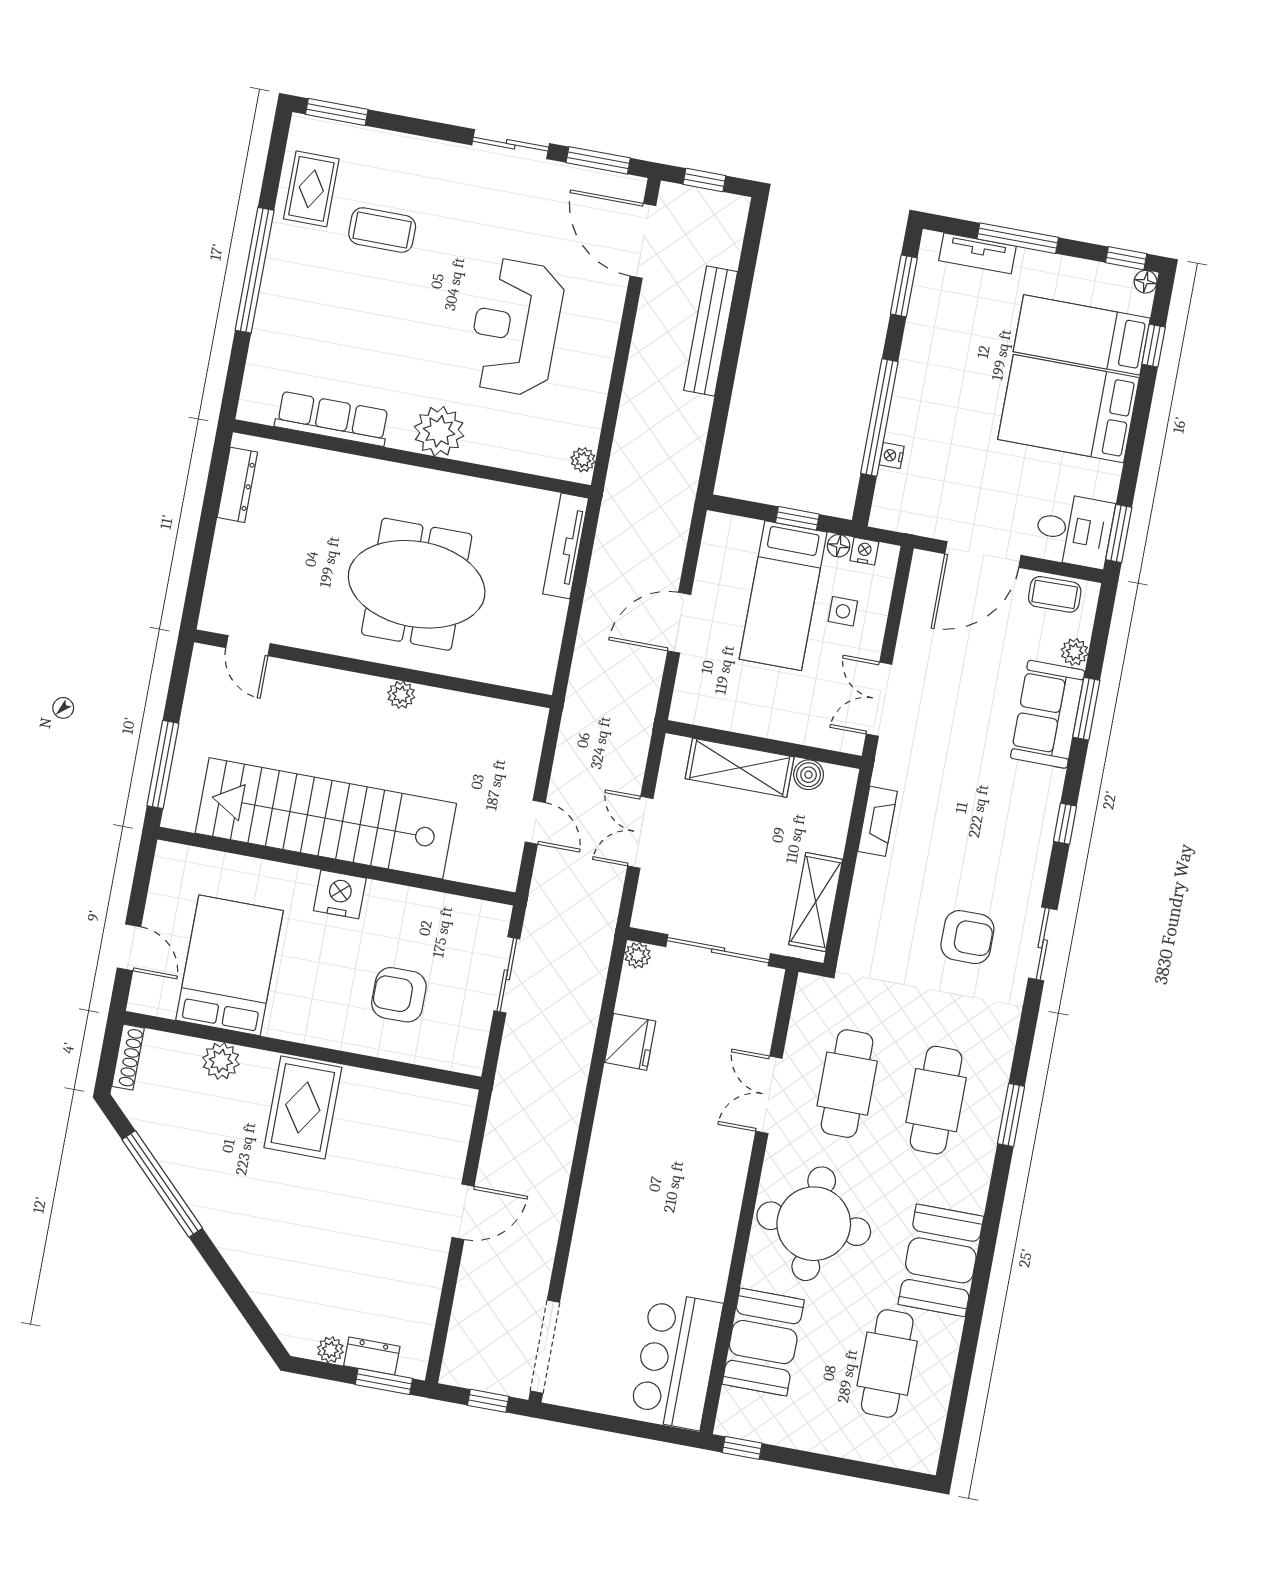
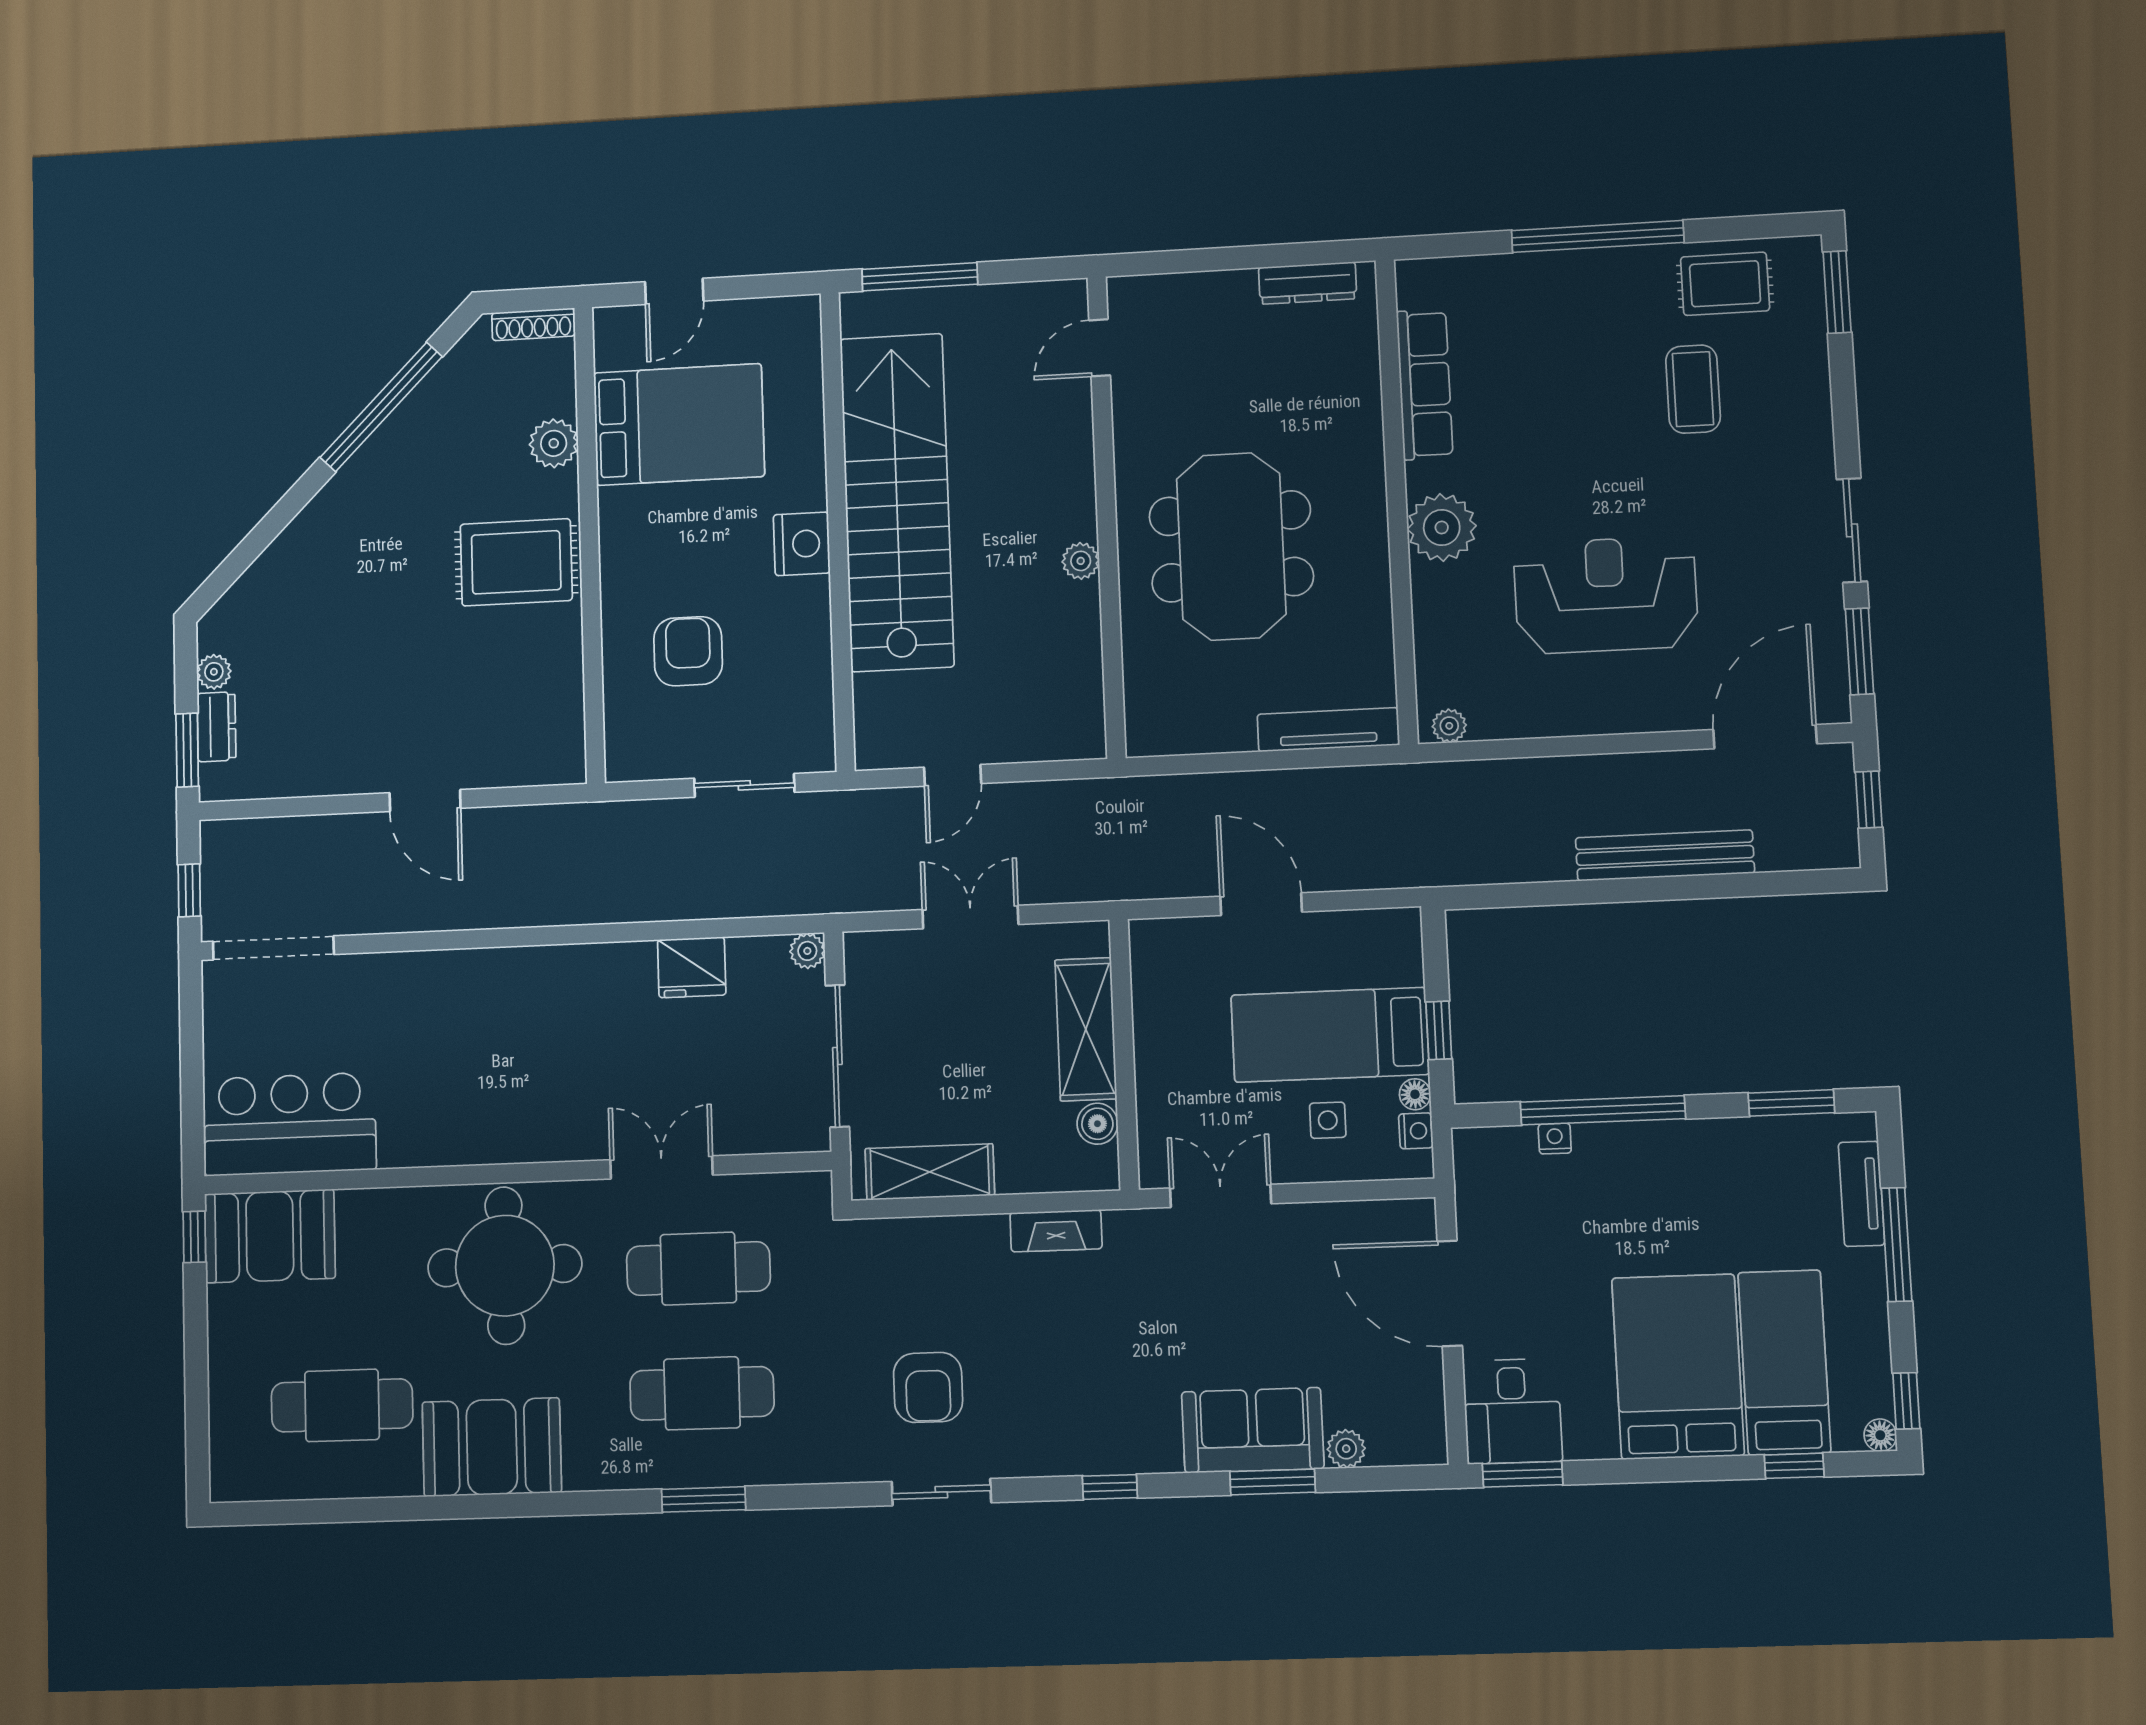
coffee table: (1055, 594) -> (1418, 1404), removed
booth: (763, 1342) -> (270, 1236), moved

